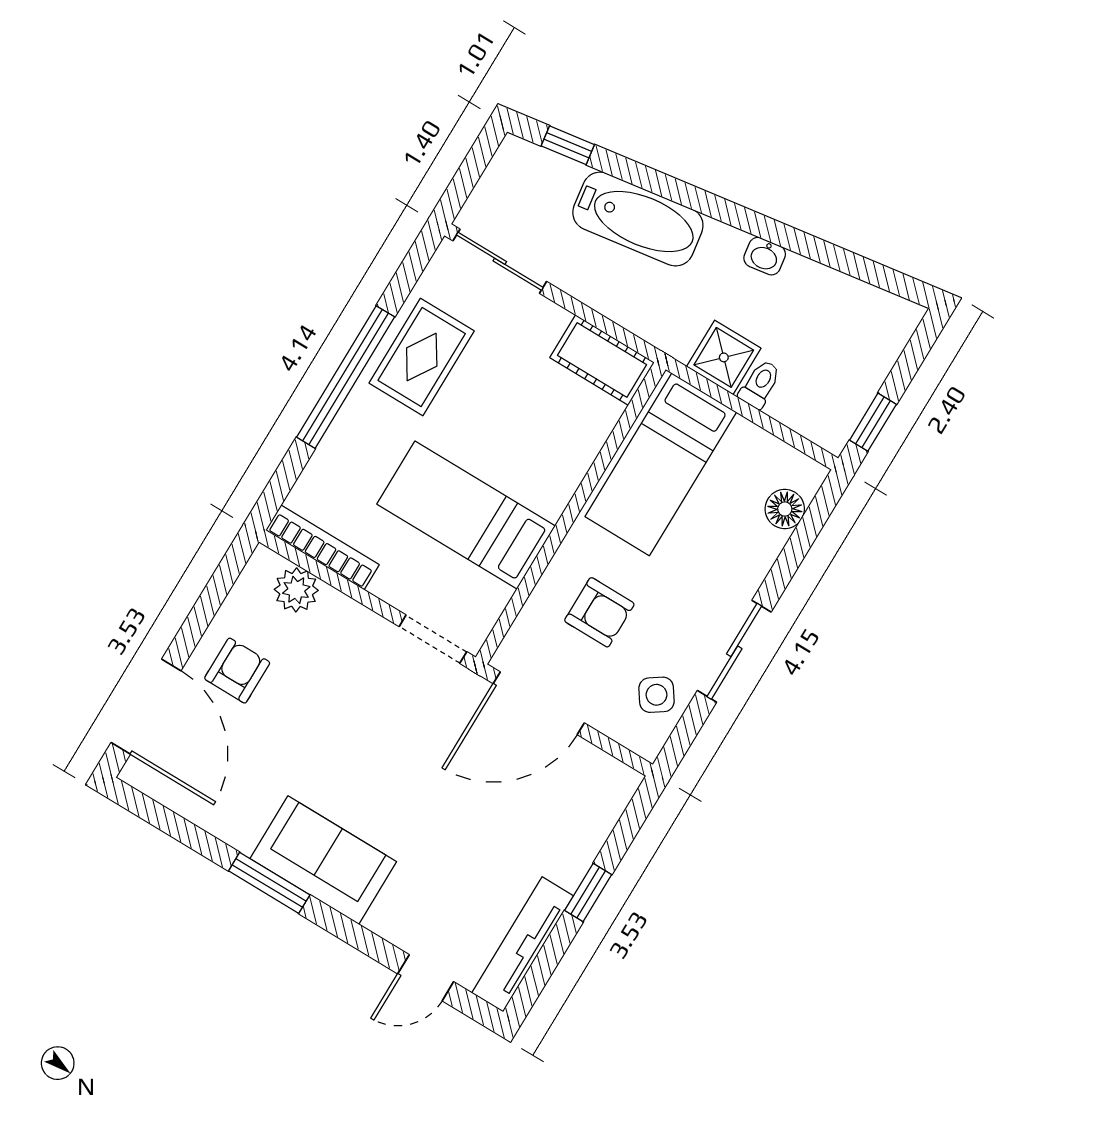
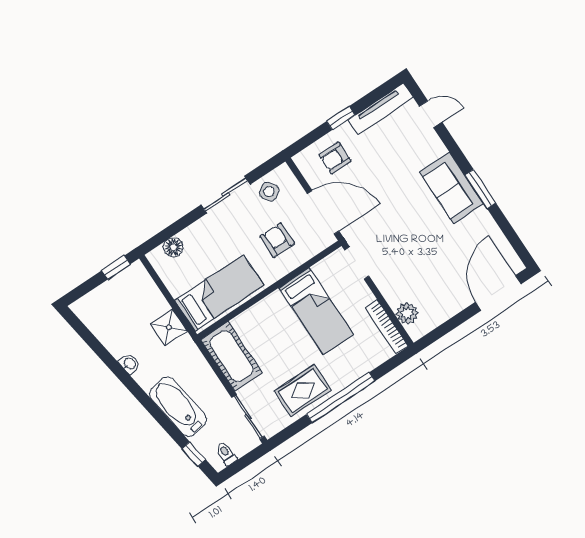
cot: (602, 360) -> (231, 356), width x1.37, depth x1.34
toilet: (760, 384) -> (226, 454), moved, turned 90
armchair: (237, 671) -> (335, 158), moved

